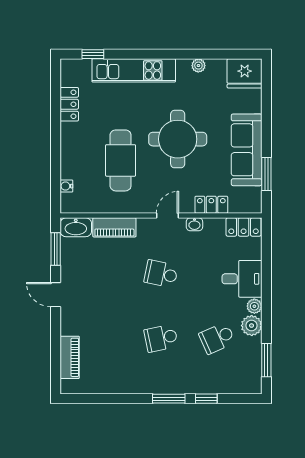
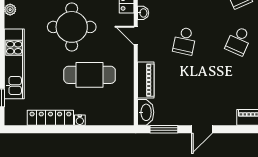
locker: (69, 104) -> (50, 118), width x1.53
water cooler: (66, 186) -> (80, 120), moved
school desk: (161, 338) -> (238, 41), turned 36

